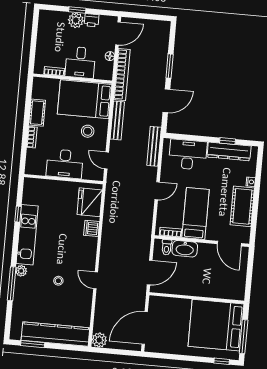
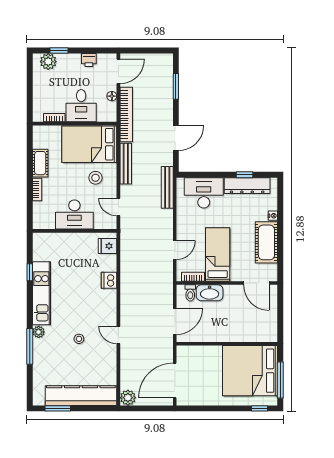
window: (77, 10) -> (59, 51), moved
plant: (76, 20) -> (48, 62), moved
window: (170, 66) -> (176, 86), moved
door: (157, 191) -> (175, 250), moved
fridge: (90, 202) -> (108, 246), width x0.53, depth x0.75

